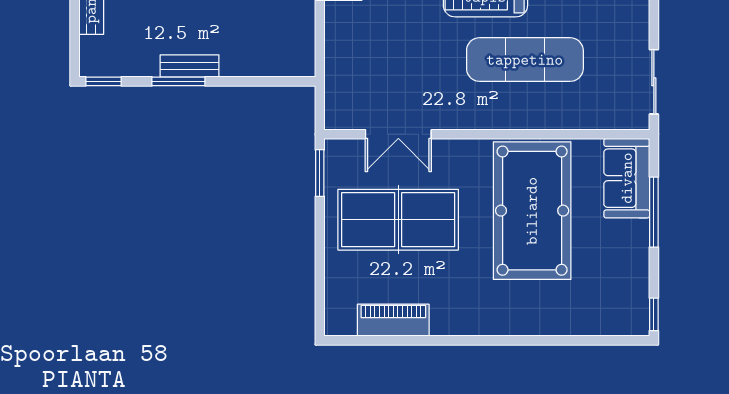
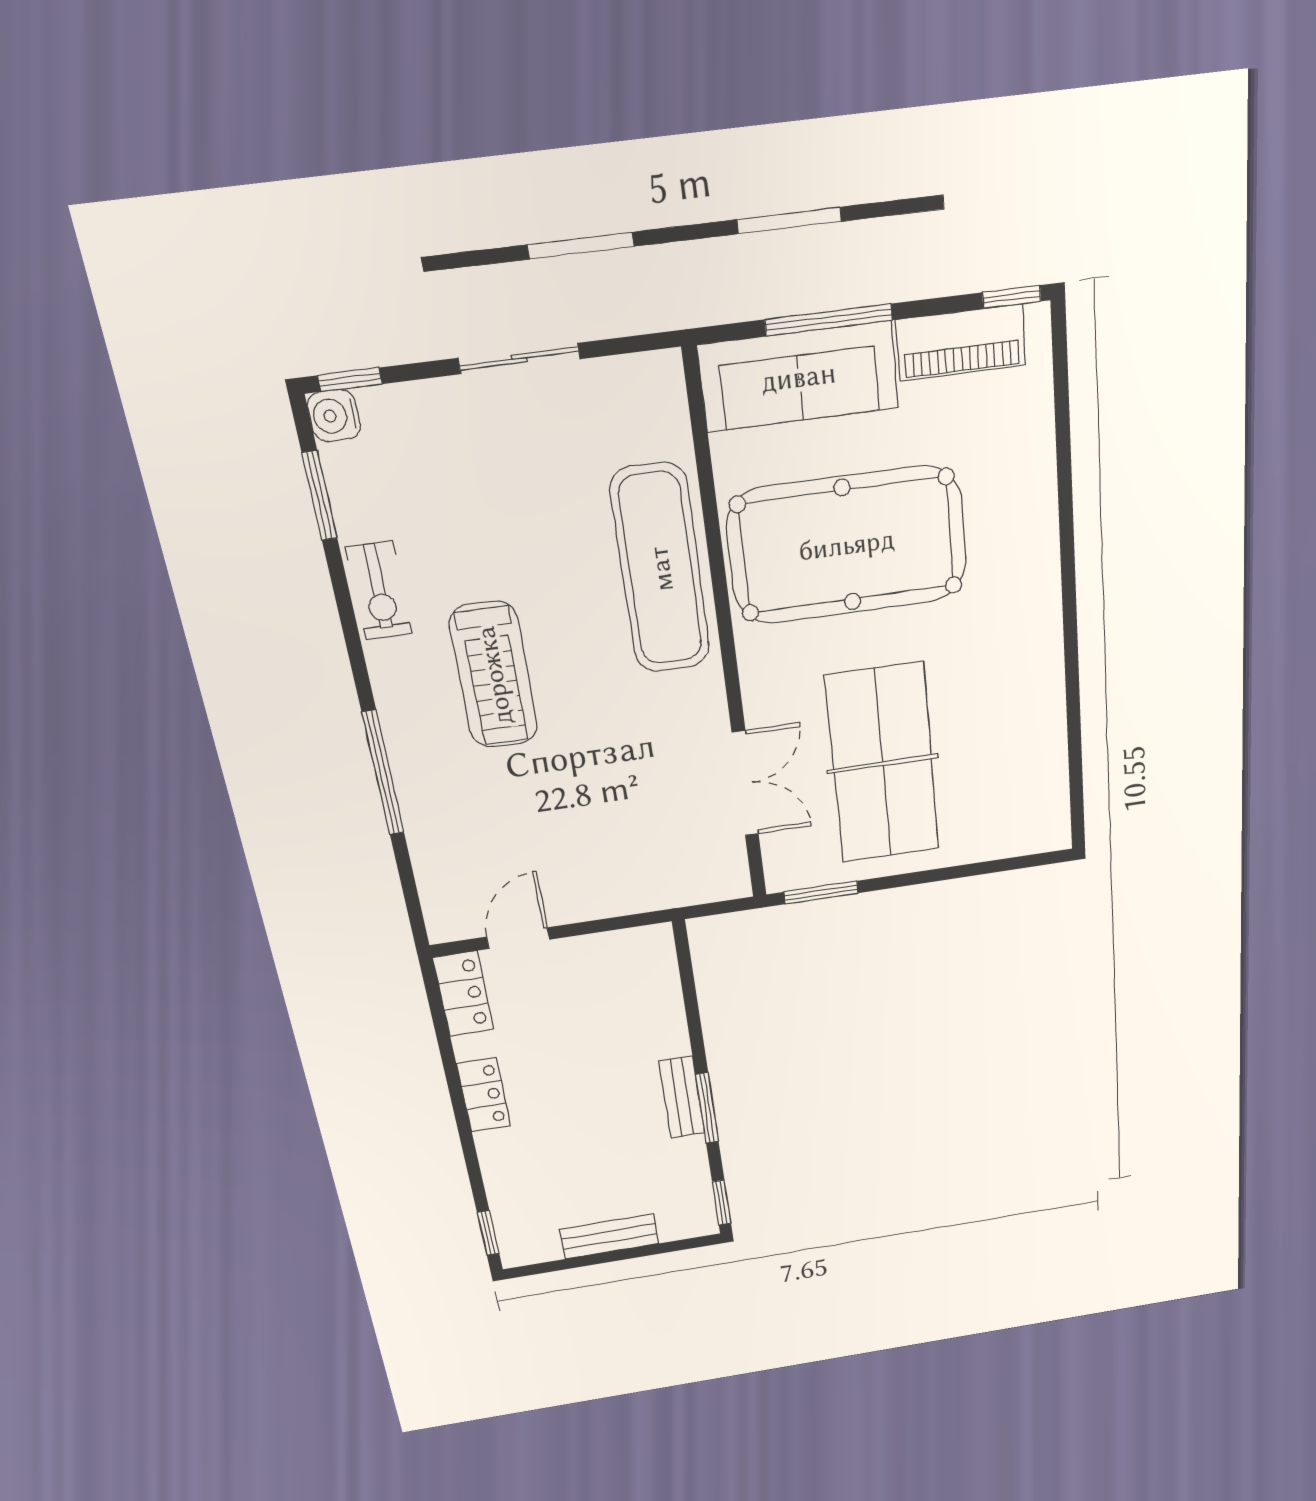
exercise mat: (525, 60) -> (661, 569), moved
sliding door: (654, 82) -> (519, 358), moved
sofa: (627, 178) -> (799, 377), width x1.36
piano: (393, 320) -> (961, 343), moved, turned -90

